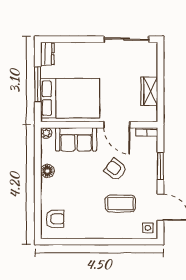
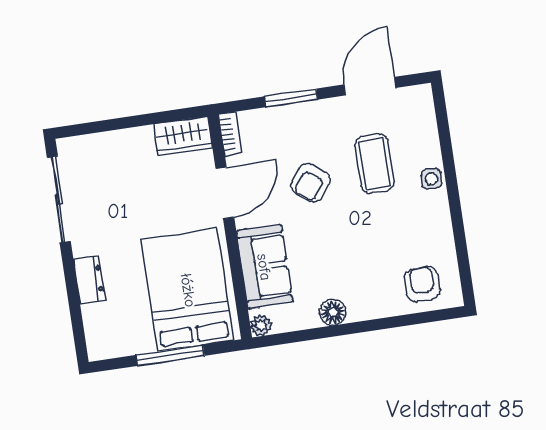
dresser: (47, 54) -> (89, 280), moved, turned 90
wardrobe: (149, 91) -> (183, 136), moved
side table: (148, 228) -> (431, 179), moved

